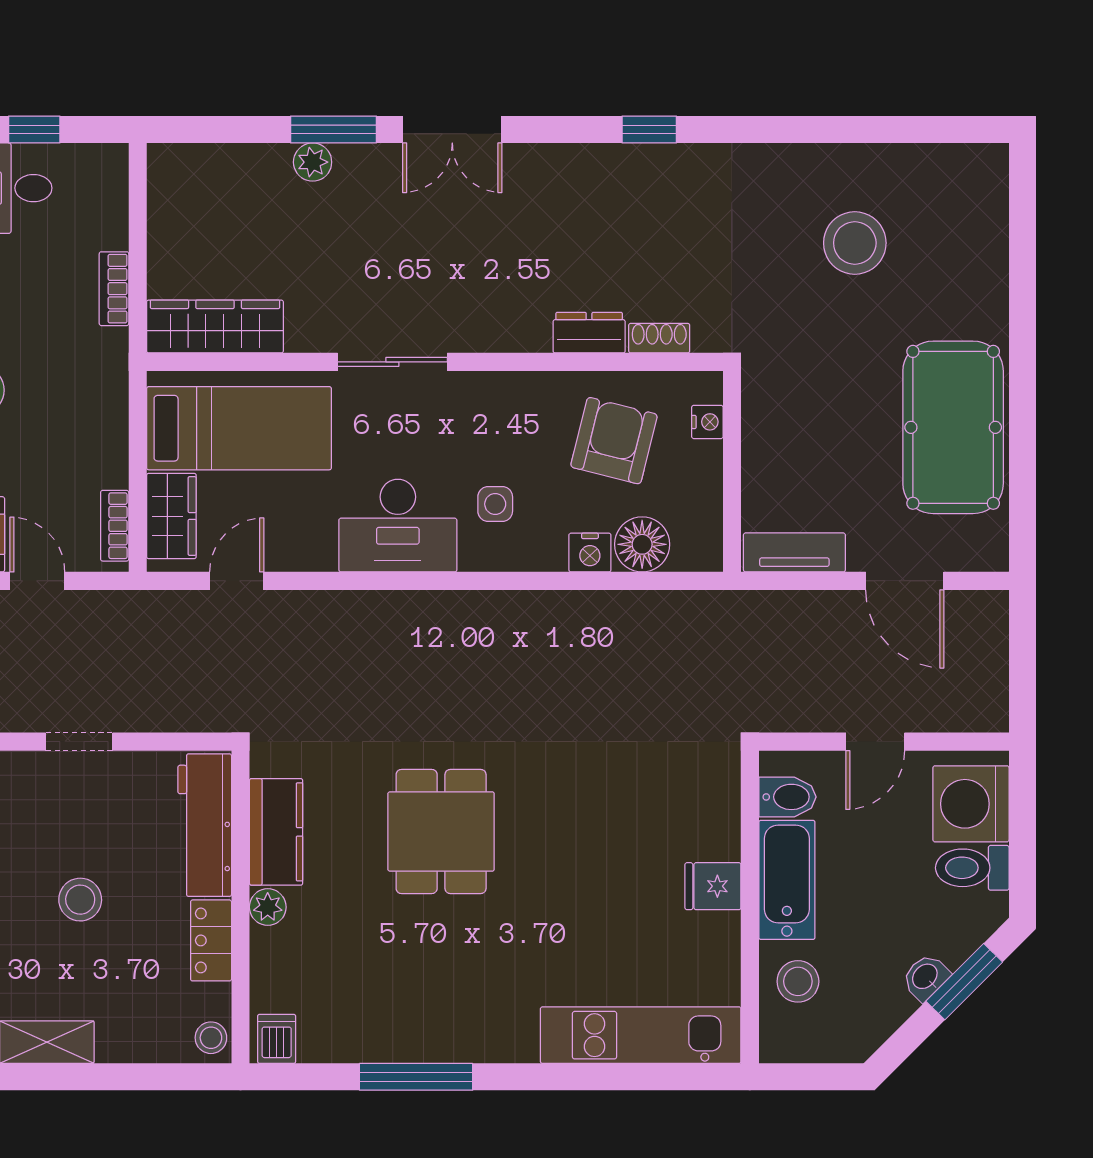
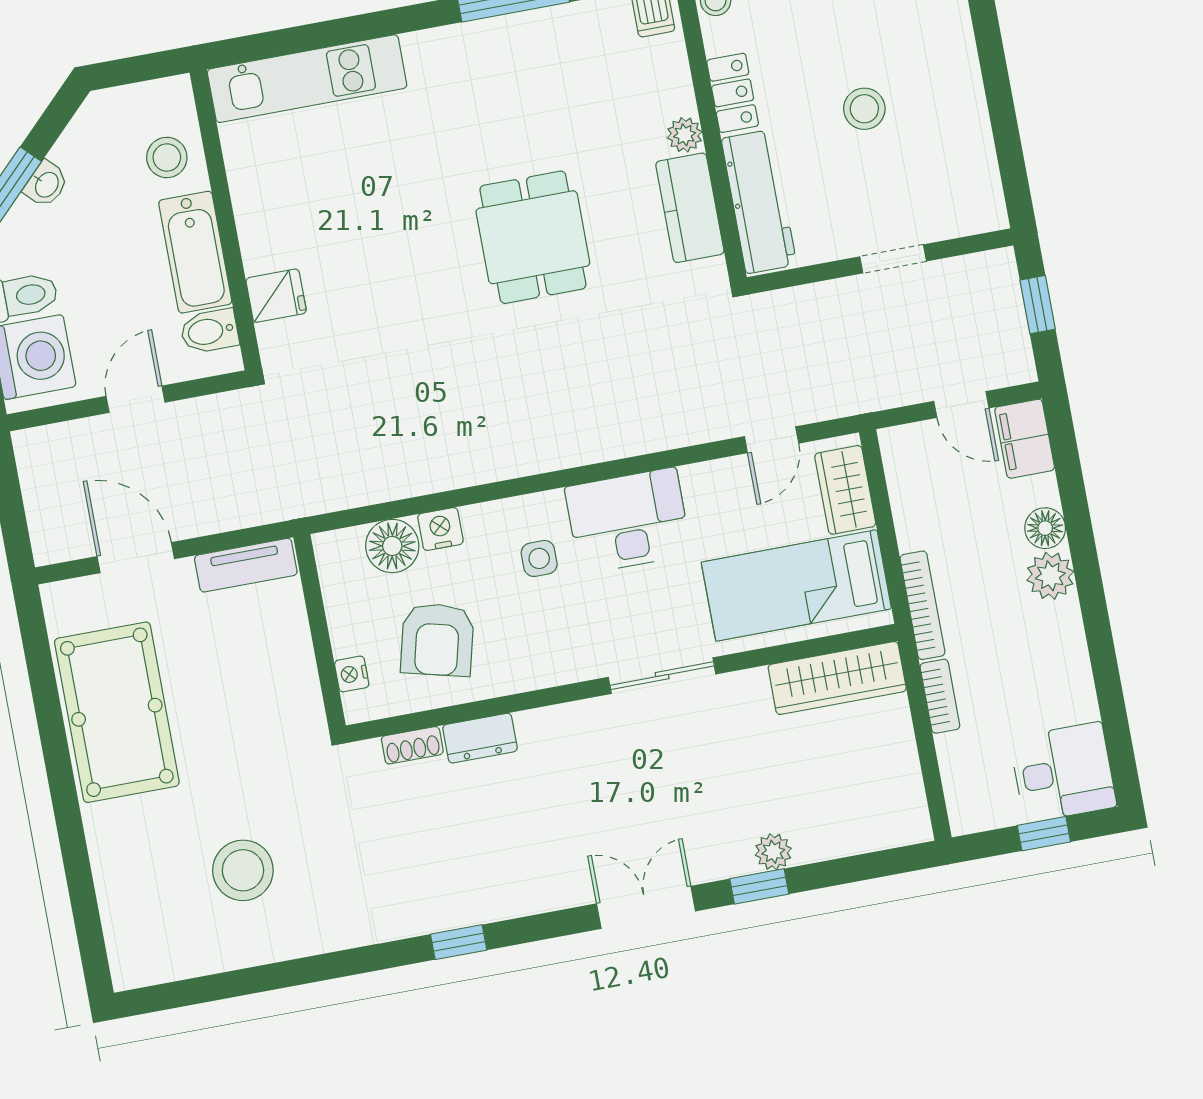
window: (333, 130) -> (759, 886), width x0.67
bookcase: (115, 526) -> (922, 605), moved, width x1.56
fridge: (713, 886) -> (276, 296), moved

